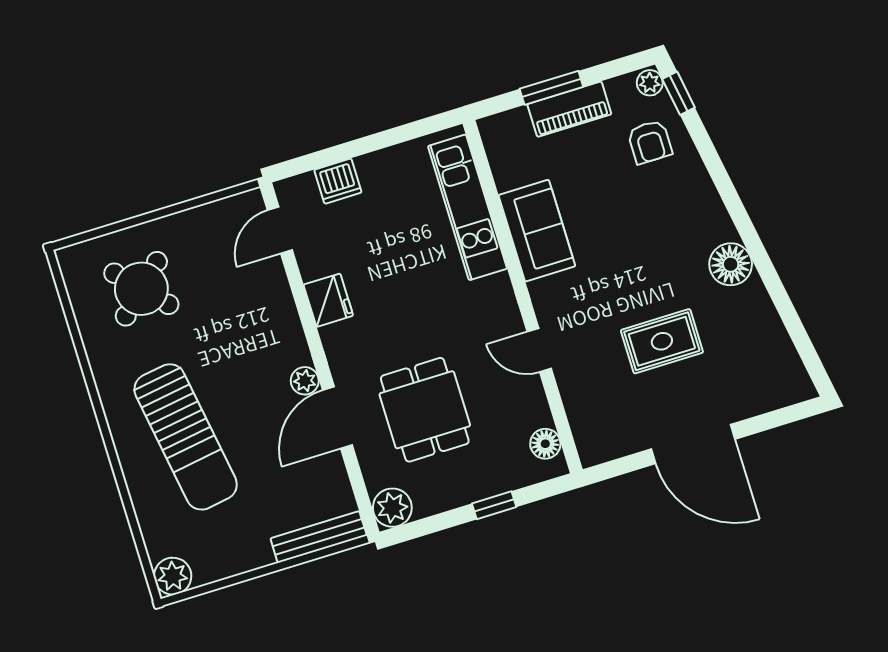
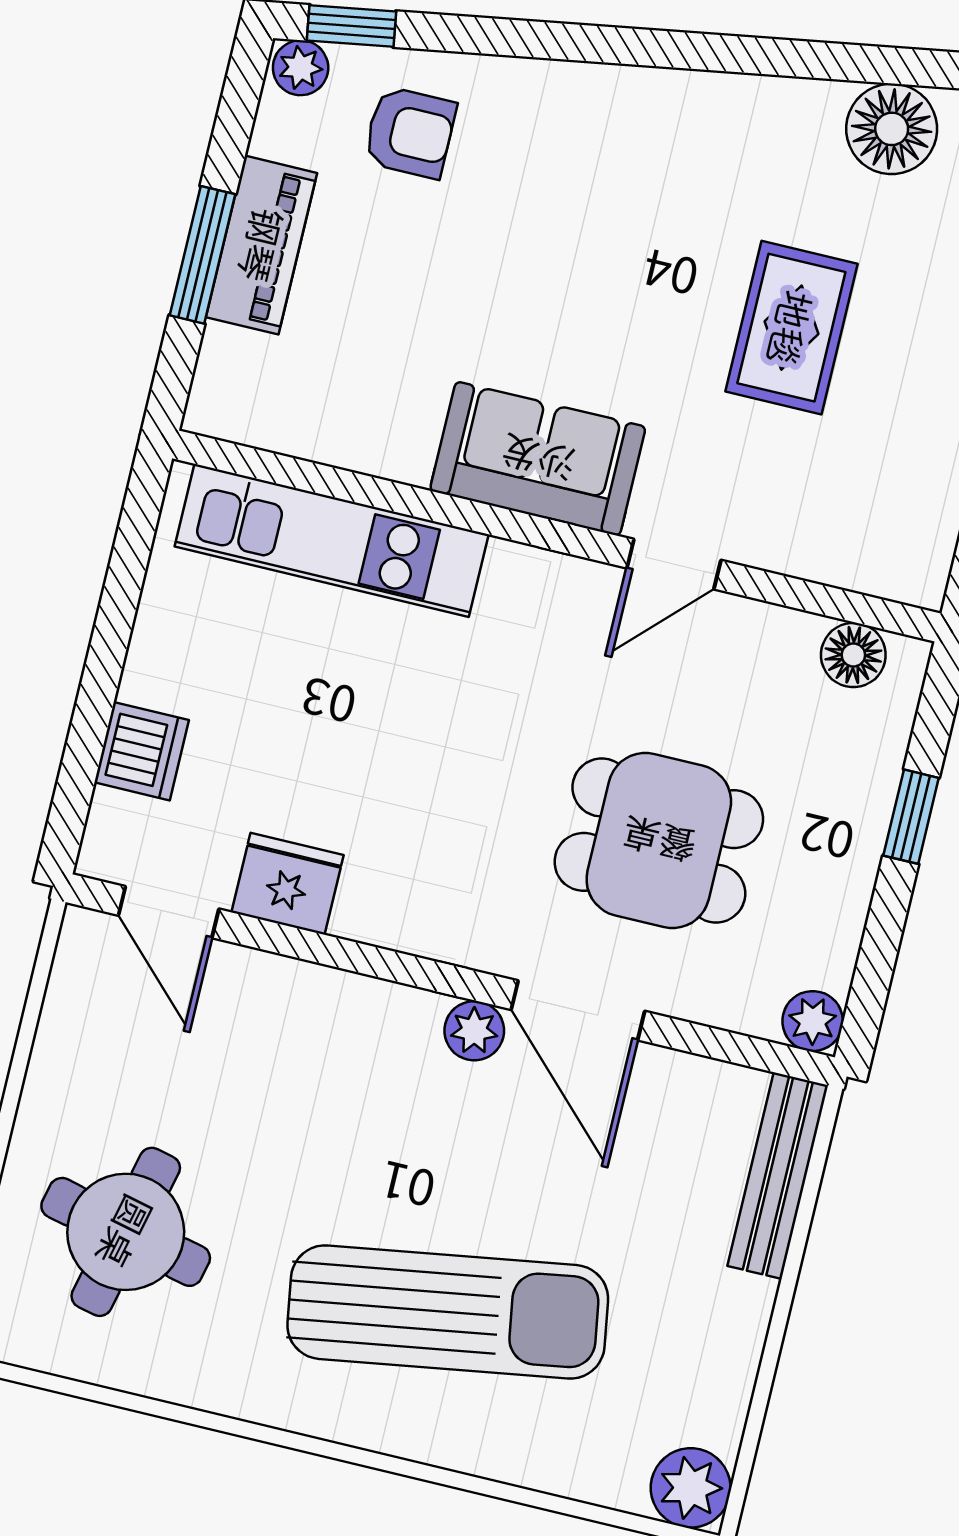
sofa: (537, 231) -> (538, 459), moved
floor lamp: (731, 264) -> (892, 129), moved
round table: (141, 289) -> (126, 1232), turned -34
fridge: (328, 300) -> (288, 884), moved
plant: (392, 508) -> (813, 1021), width x0.73, depth x0.73

